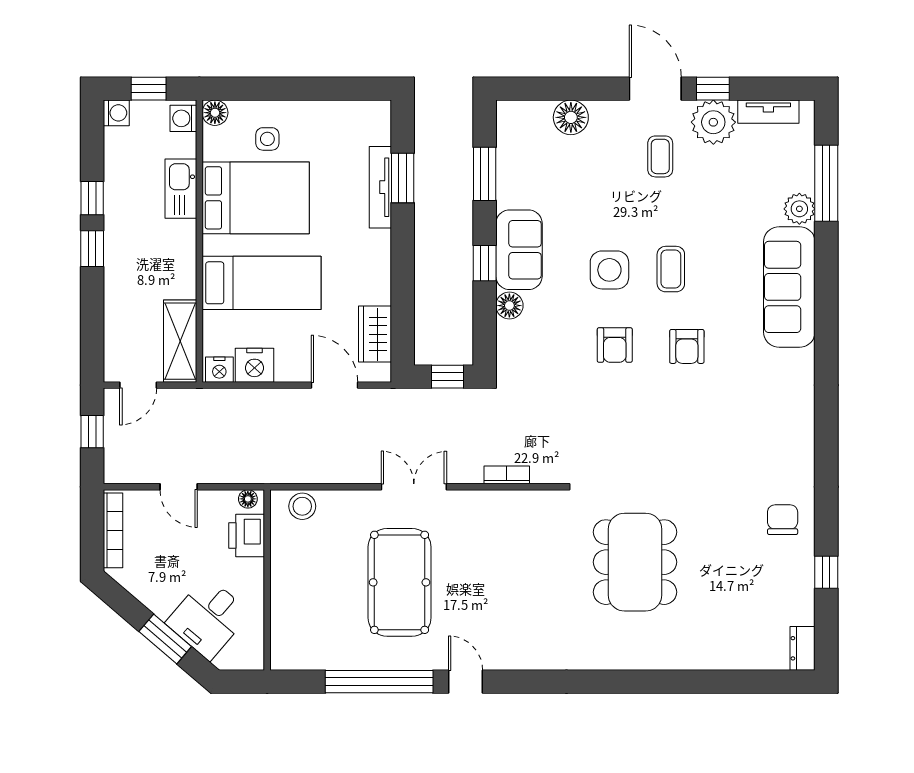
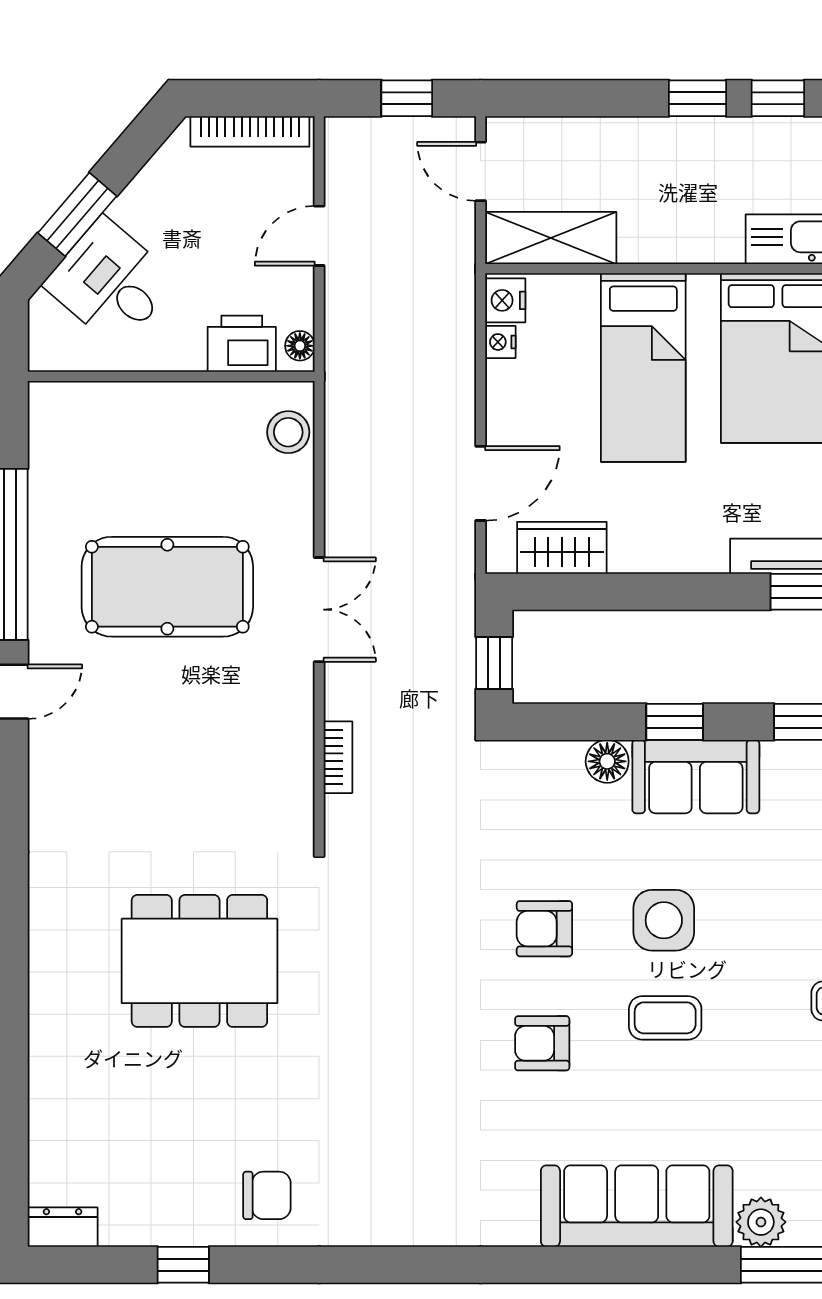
nightstand: (254, 365) -> (500, 342), width x0.53, depth x0.56

